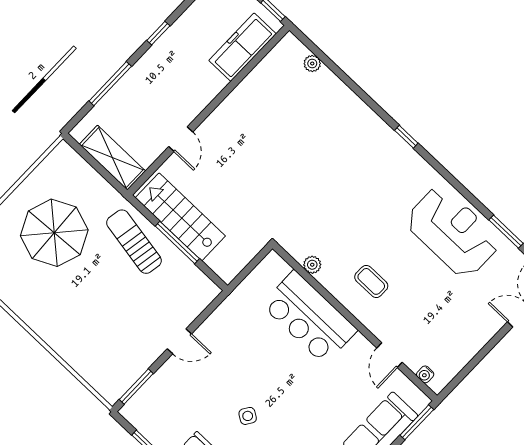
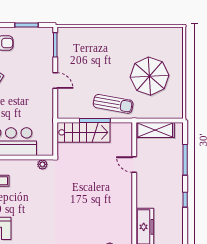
stairs: (180, 217) -> (84, 132), moved
plant: (312, 265) -> (42, 164), moved
door: (179, 341) -> (55, 81), swing flipped

